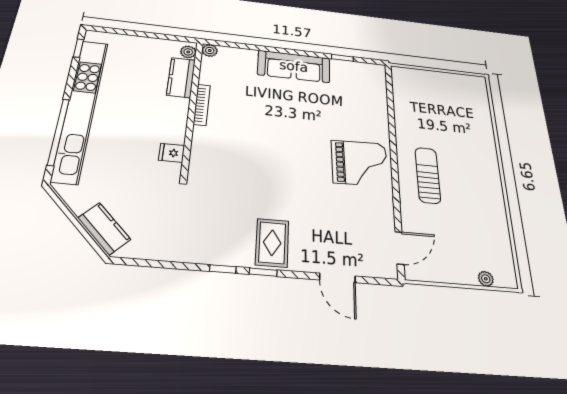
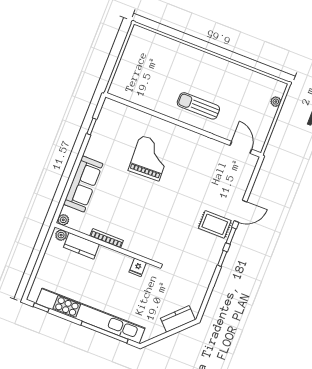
sofa: (294, 66) -> (83, 184), moved
grand piano: (360, 163) -> (150, 158), moved
door: (337, 278) -> (241, 211), moved

